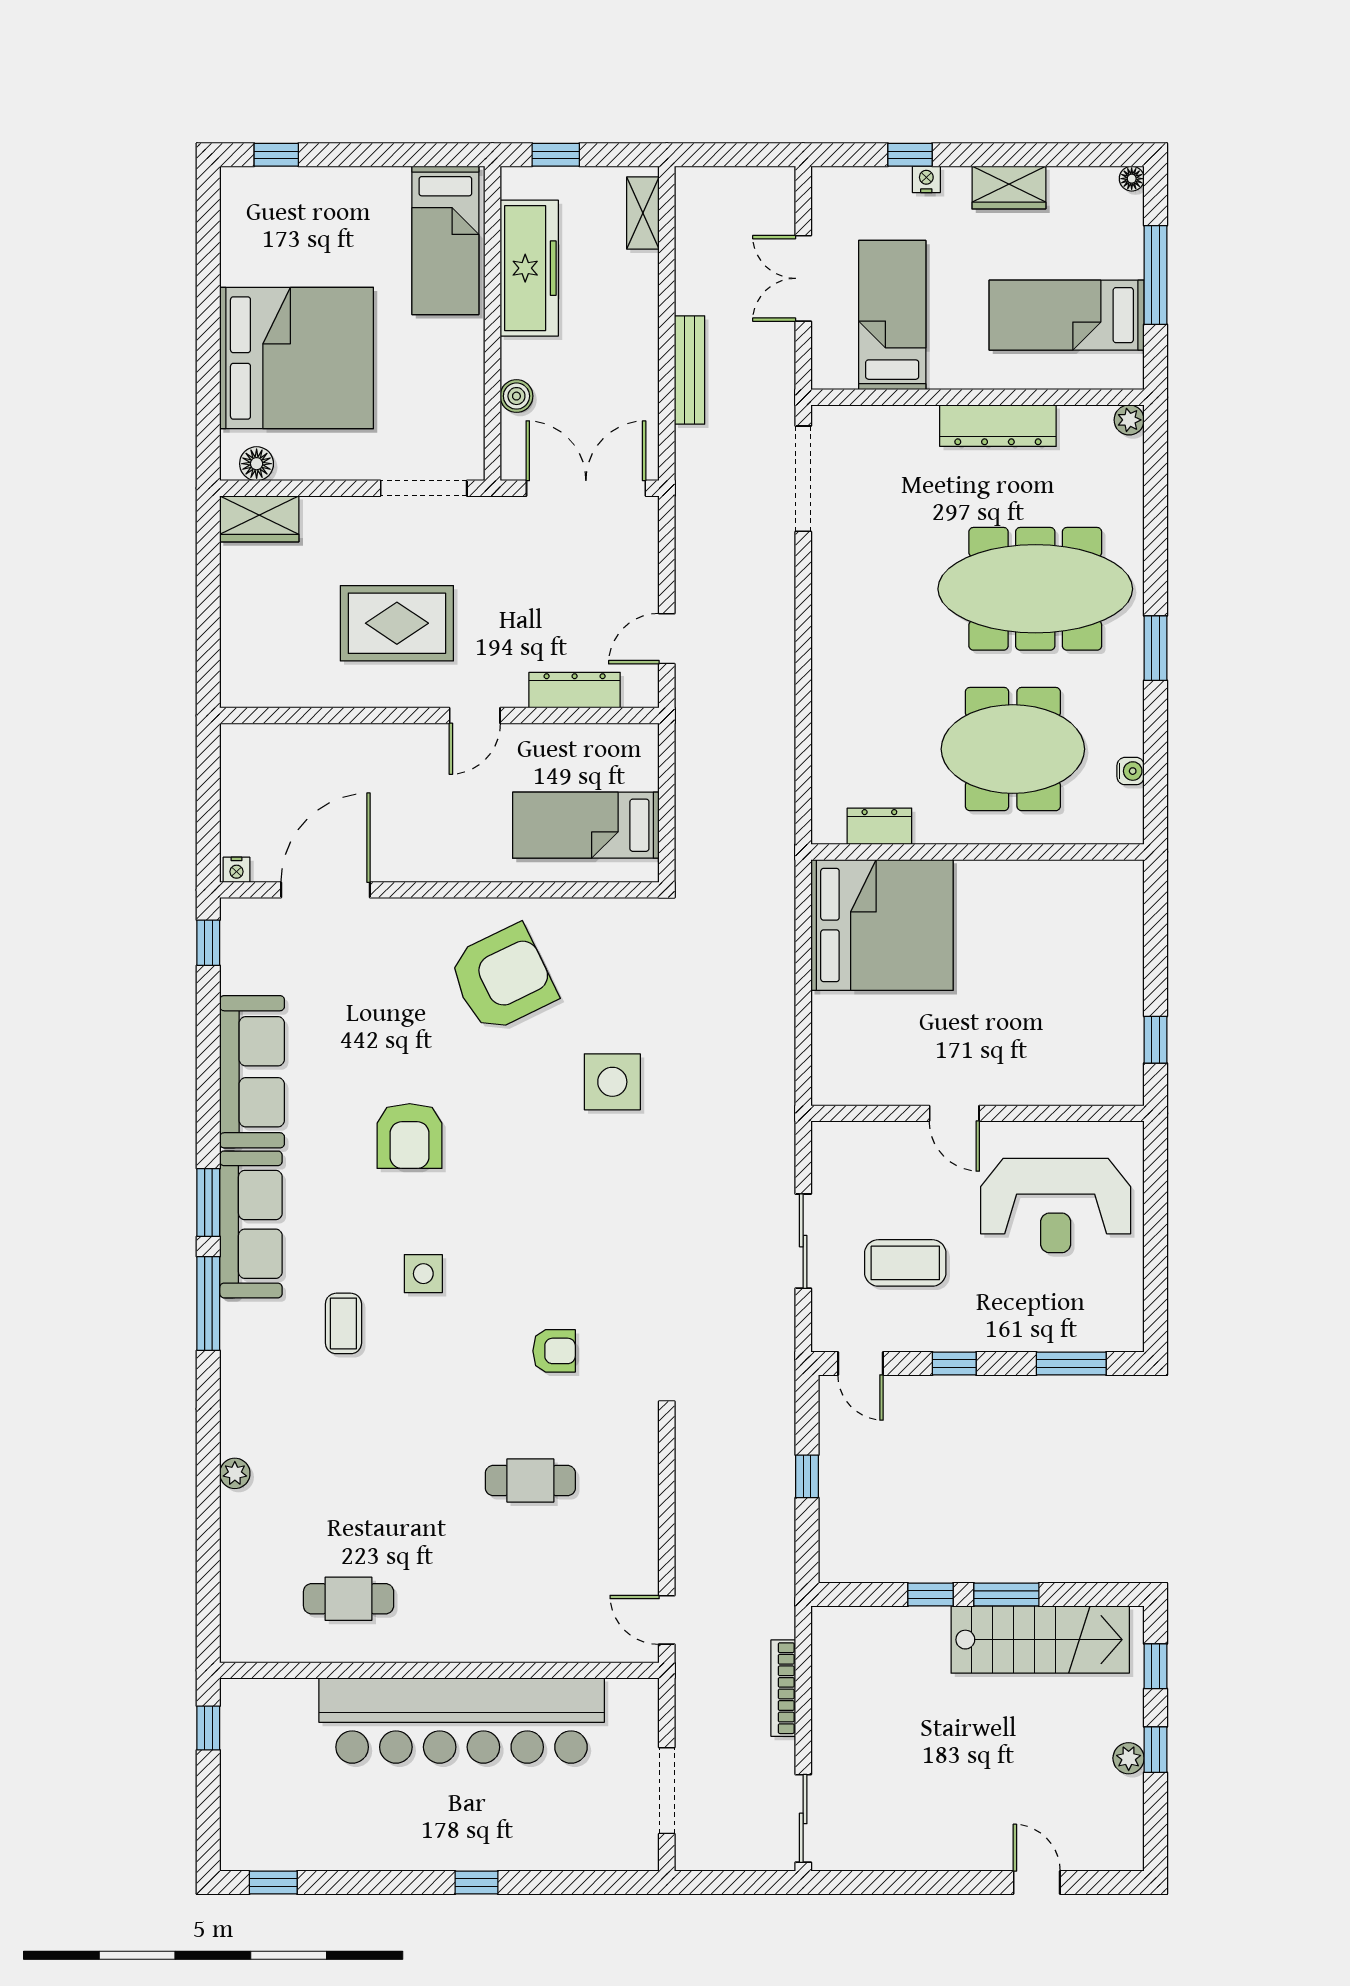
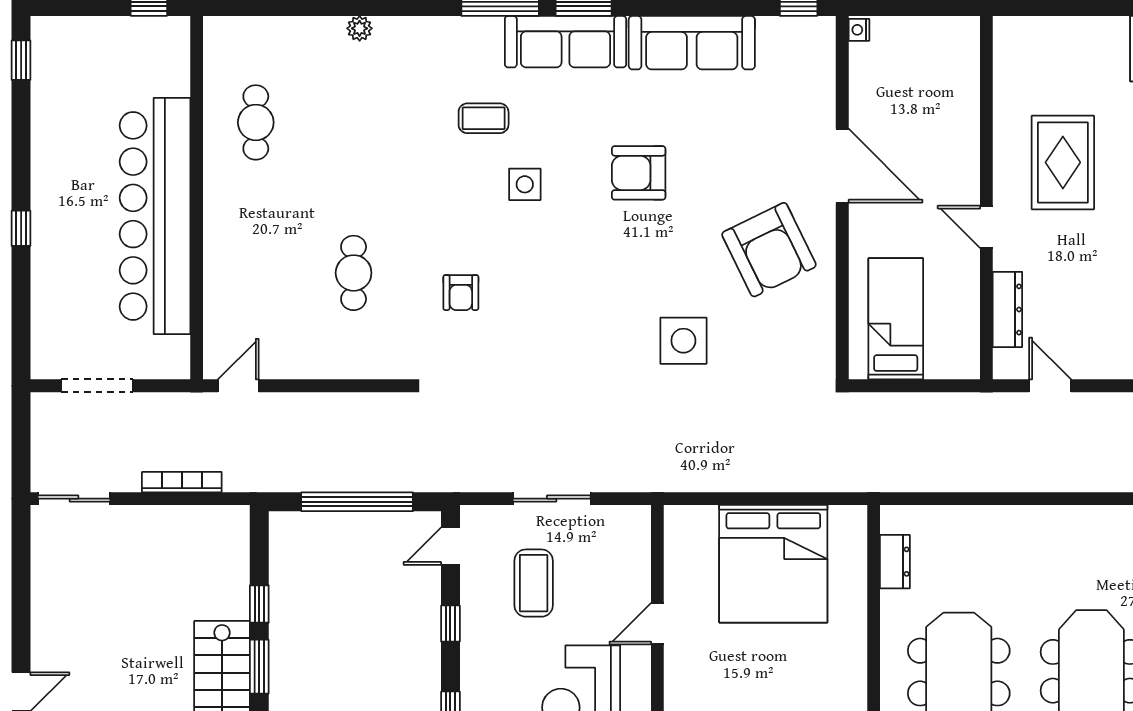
door: (326, 890) -> (842, 166), moved
bed: (882, 925) -> (773, 564), moved
window: (807, 1476) -> (357, 502), width x3.17

